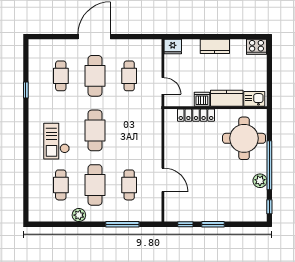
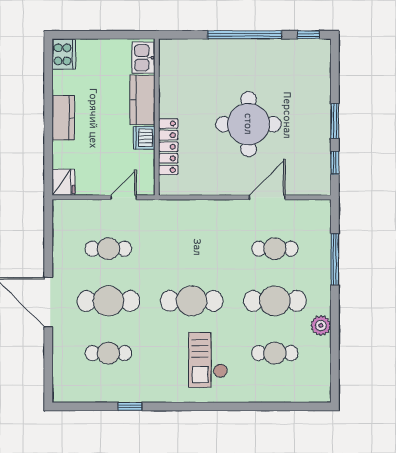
round table: (244, 138) -> (249, 124), moved
checkout: (57, 141) -> (208, 360), turned 90
plant: (260, 181) -> (268, 49), removed

